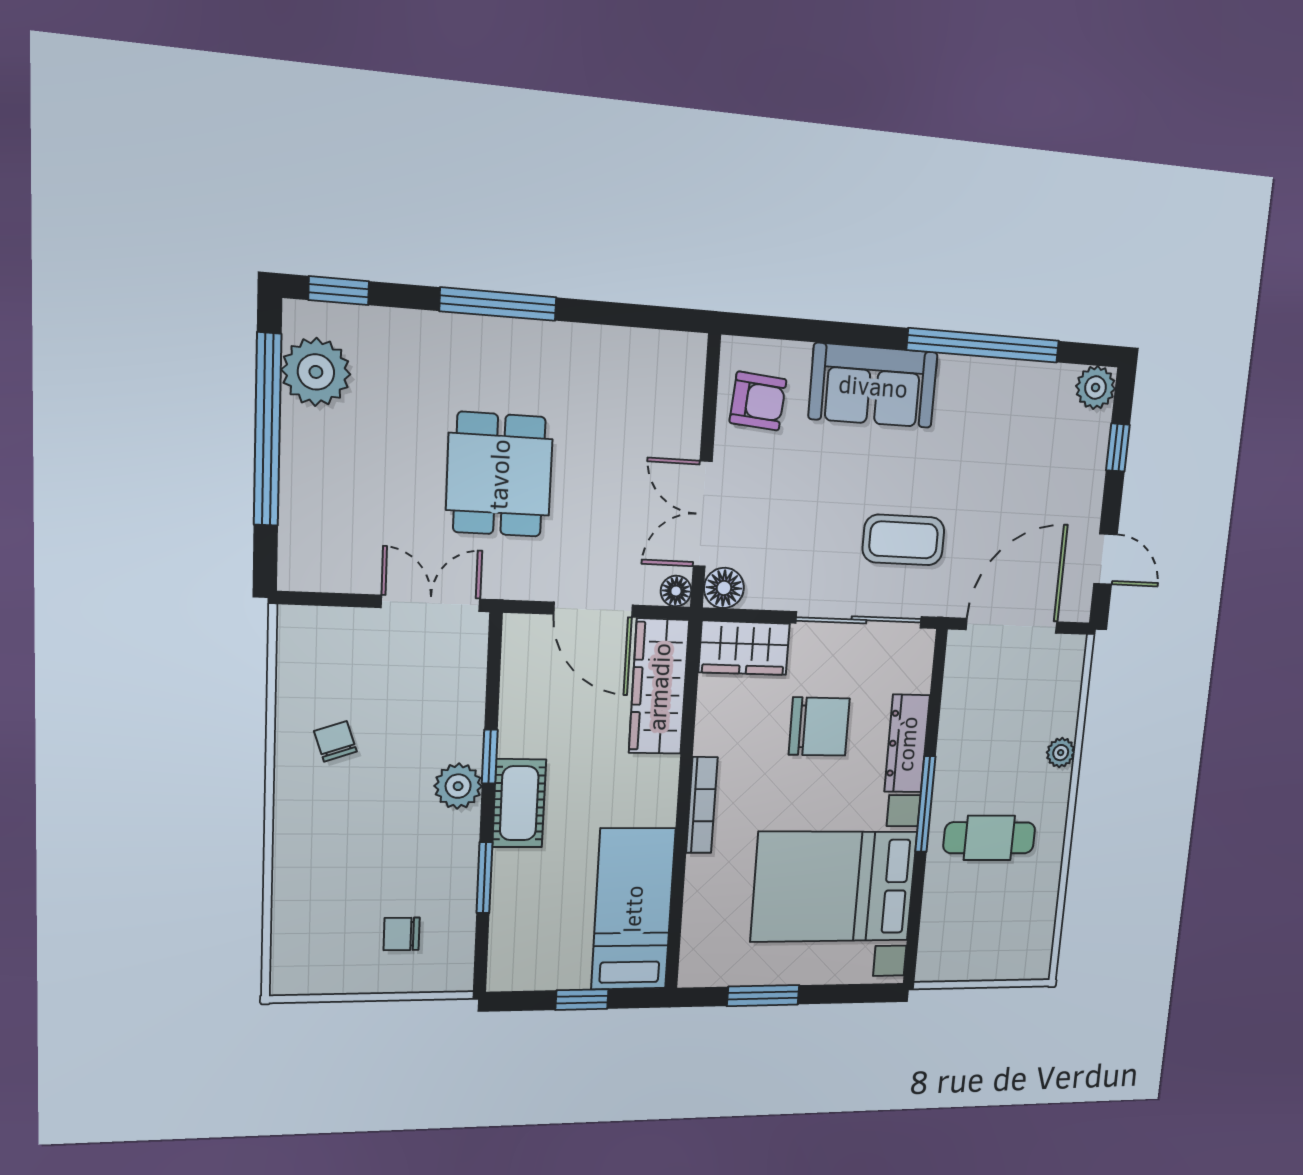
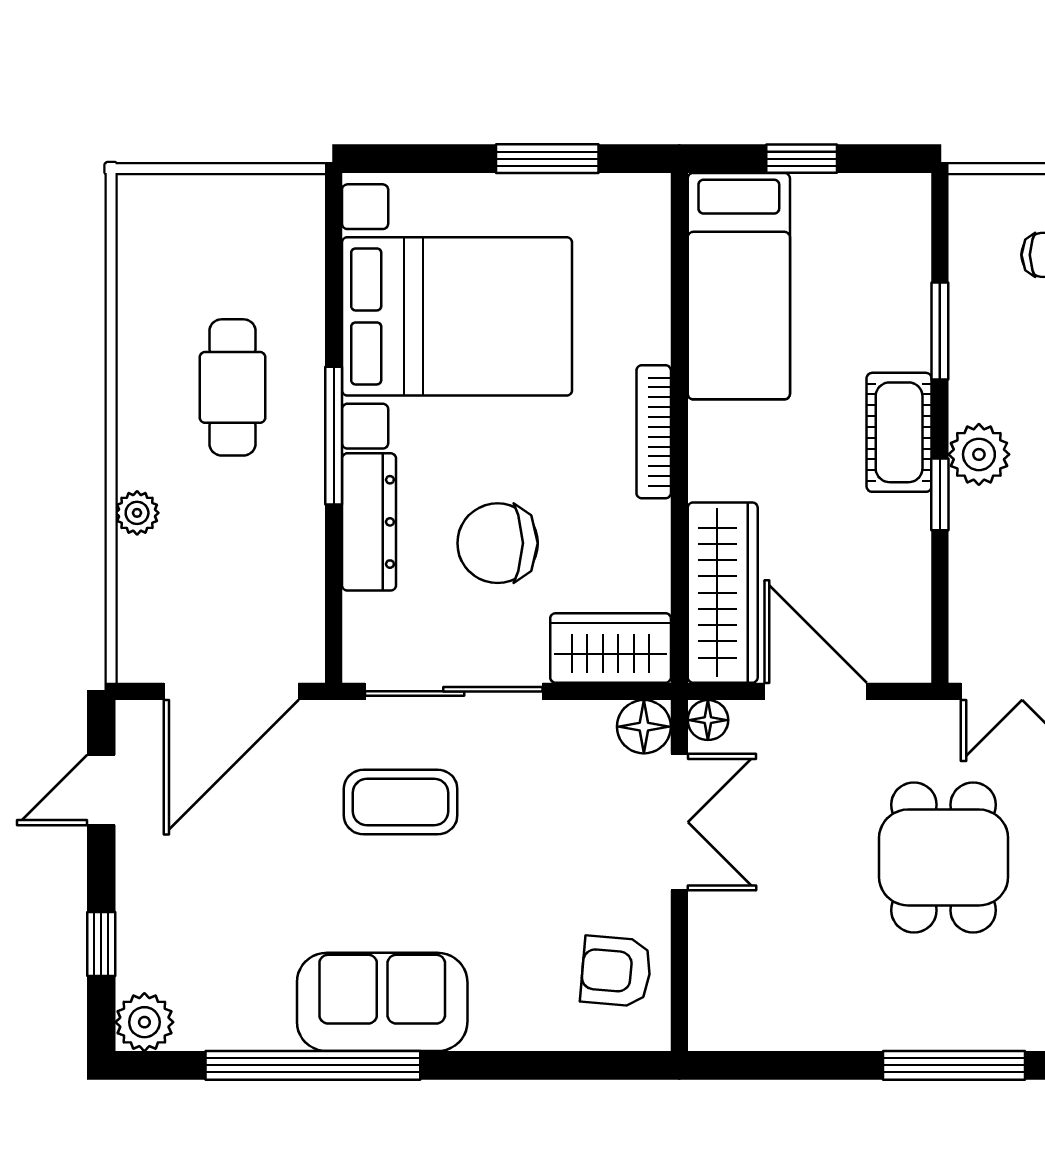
sofa: (873, 386) -> (382, 1002), moved
door: (1106, 559) -> (101, 790), hinge flipped
cafe table: (989, 838) -> (232, 387), turned 90

